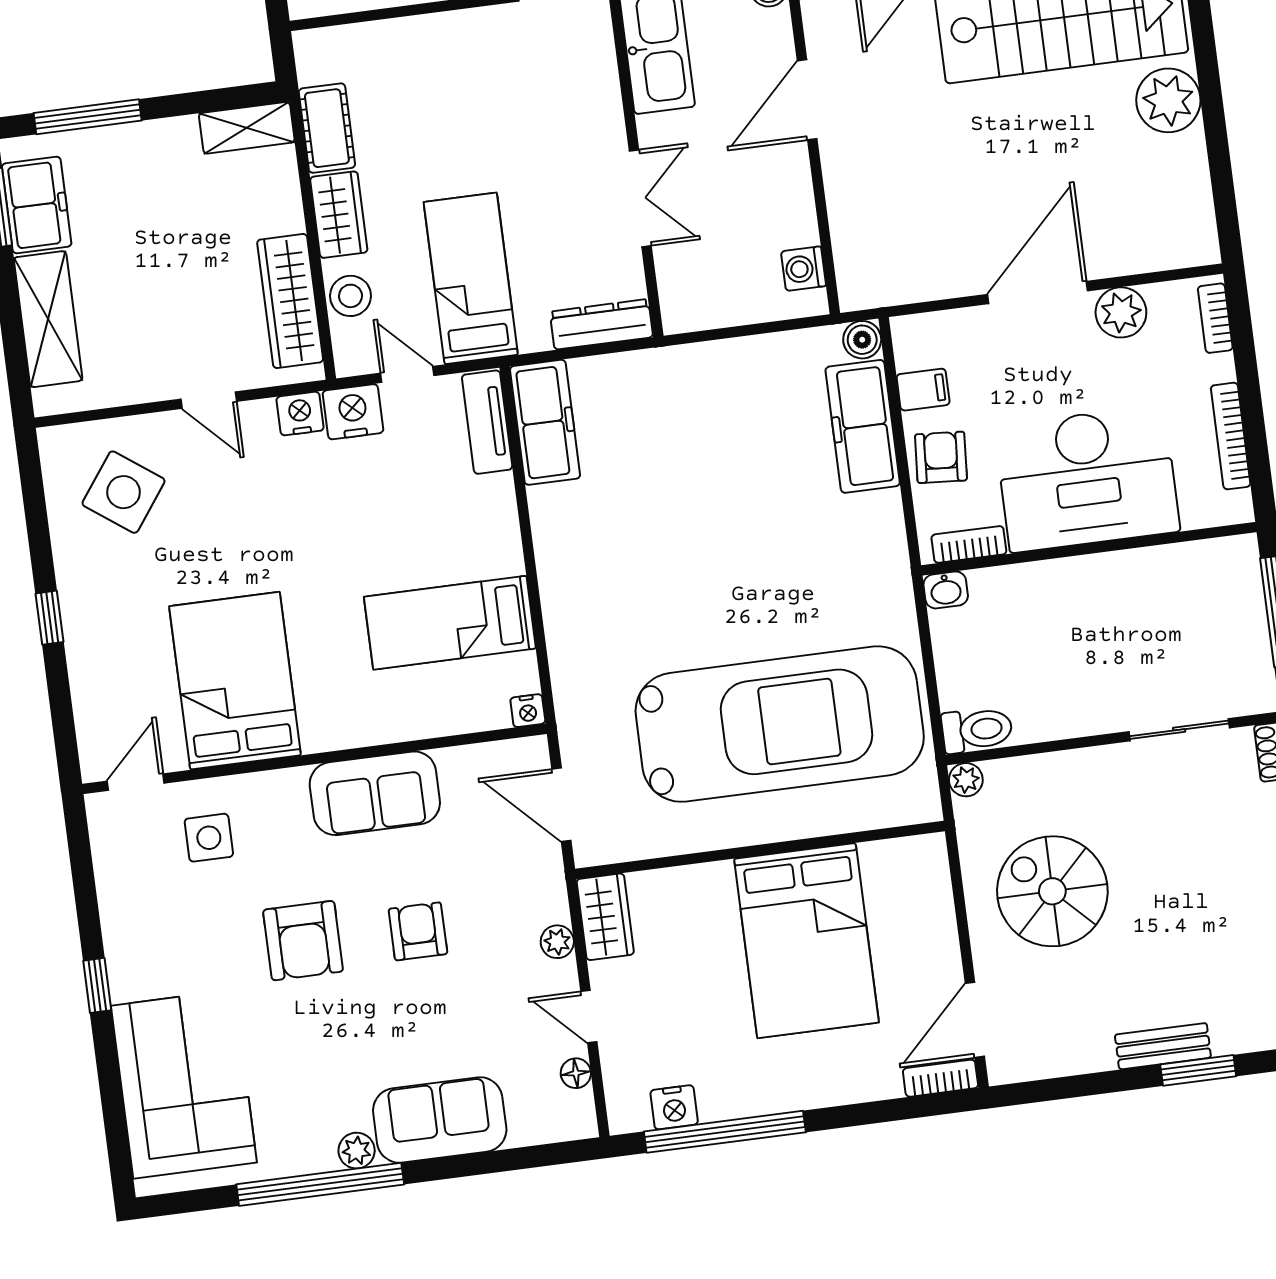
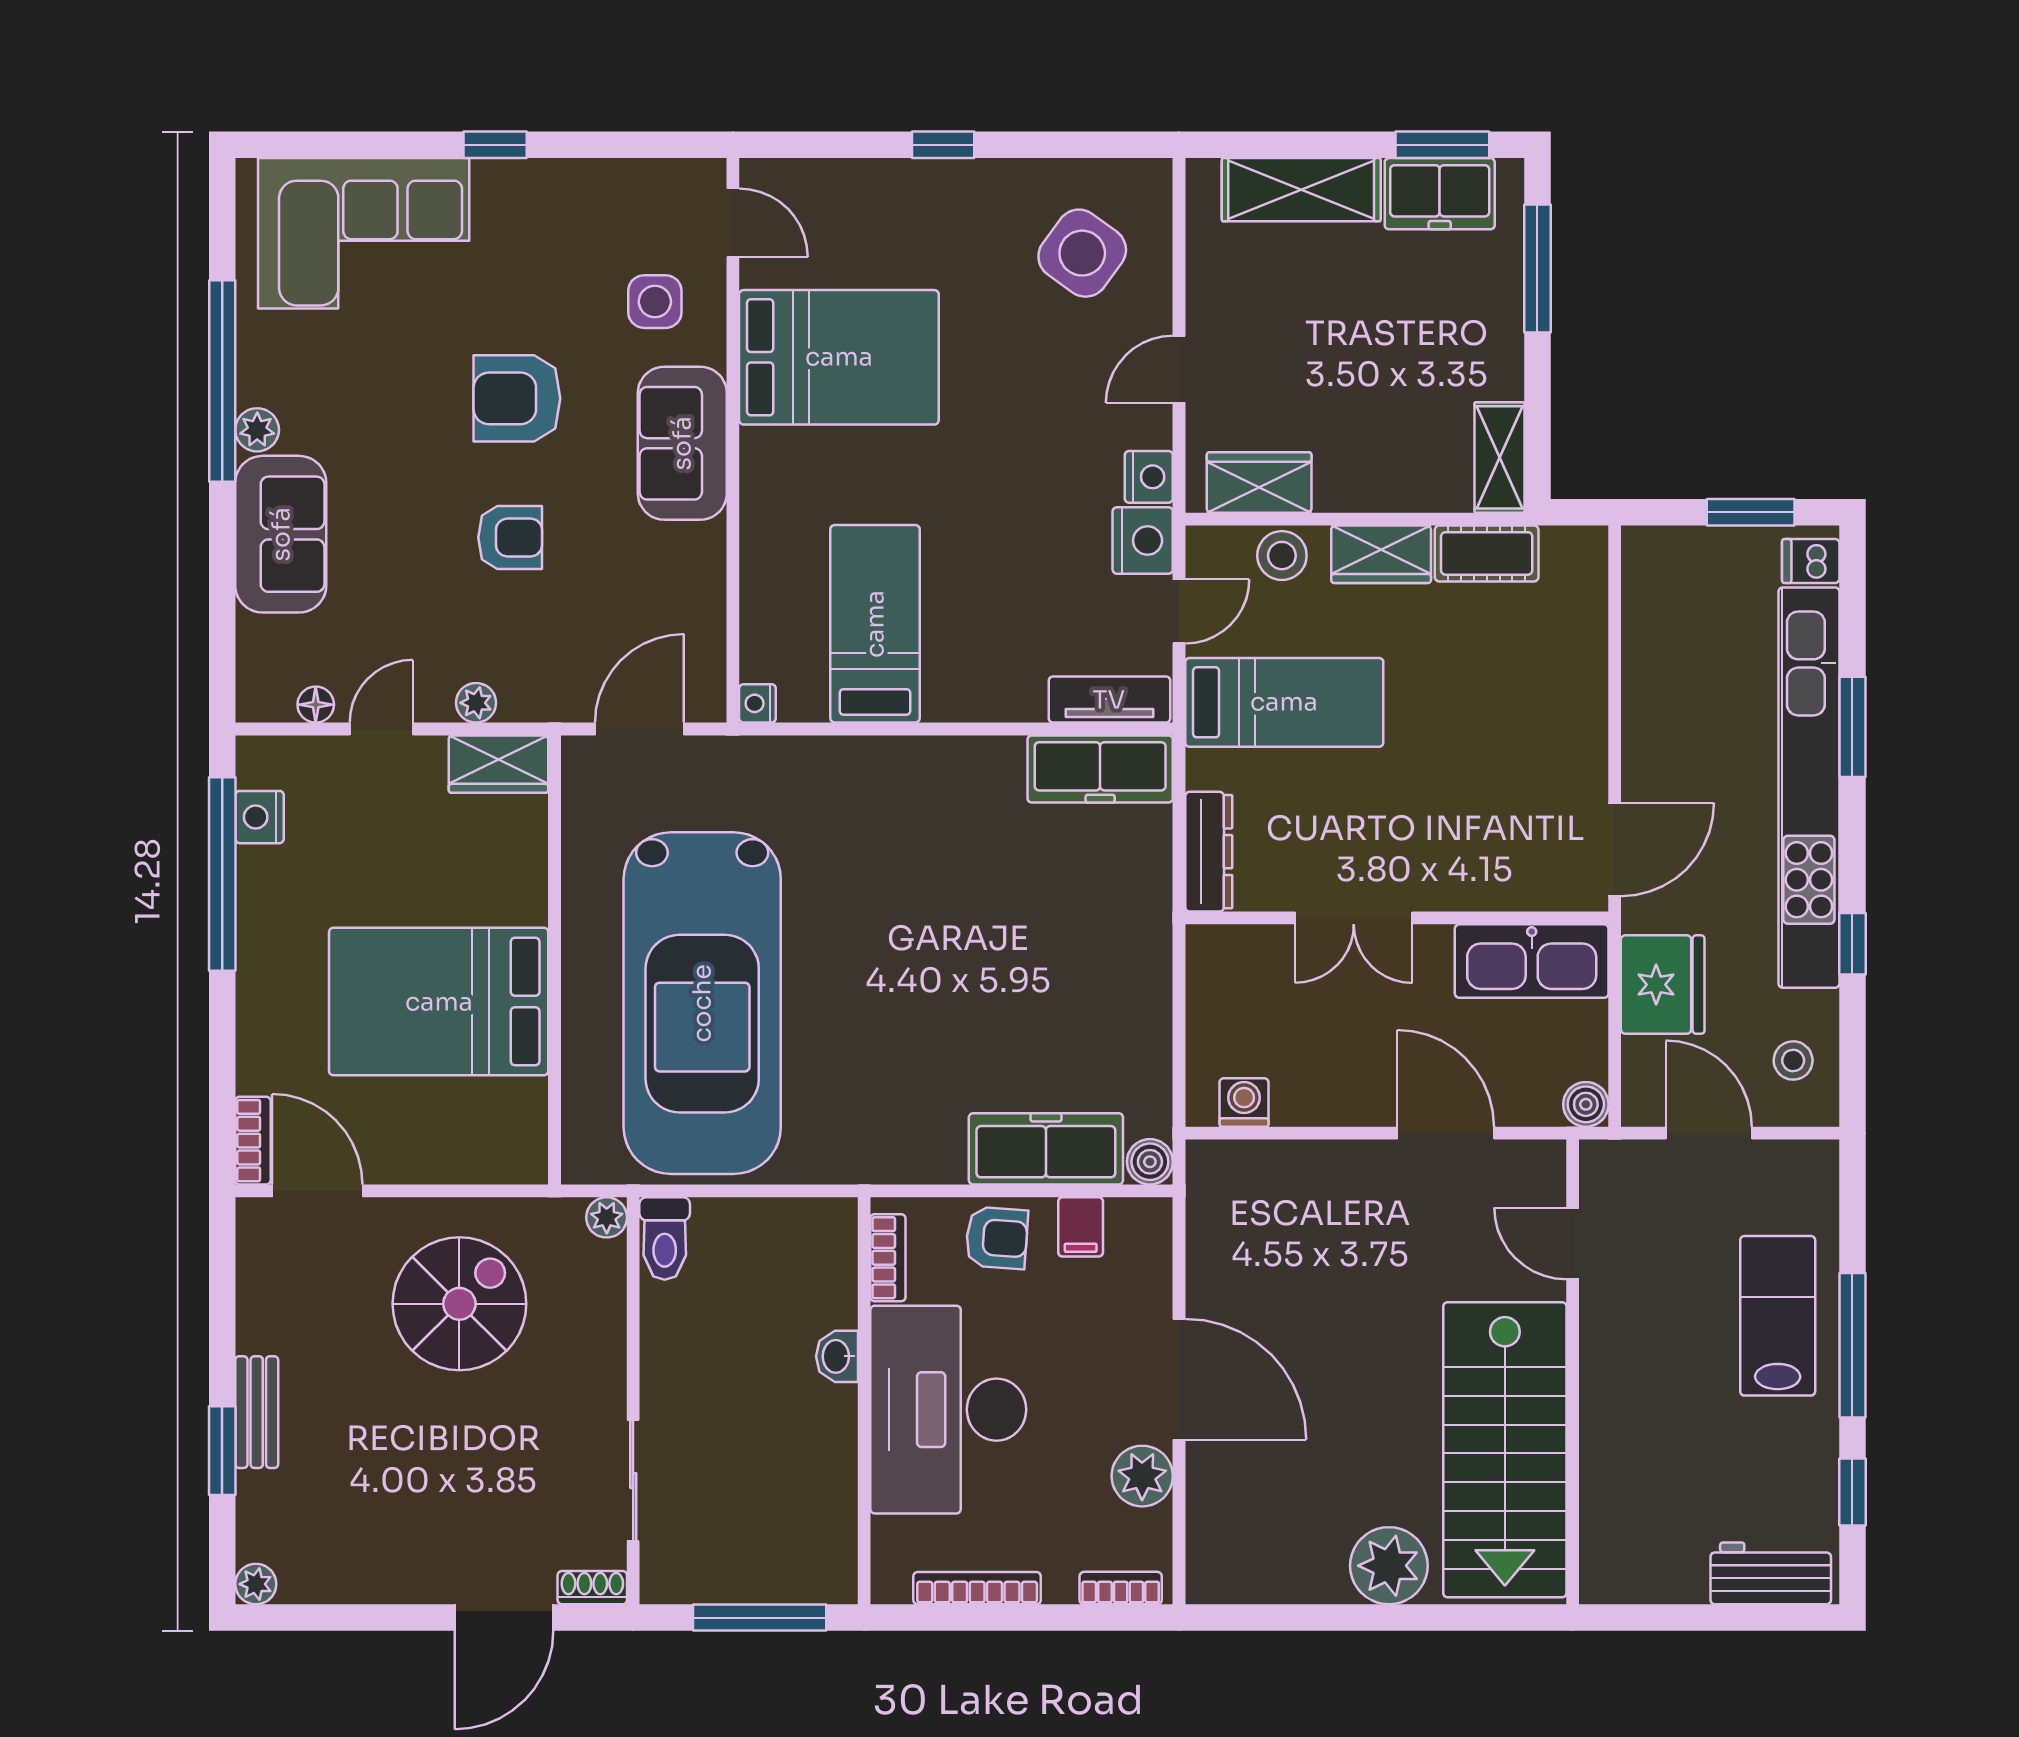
wardrobe: (290, 301) -> (1259, 482), width x0.67
washbasin: (946, 590) -> (837, 1356), moved
sofa: (375, 793) -> (682, 443), moved

